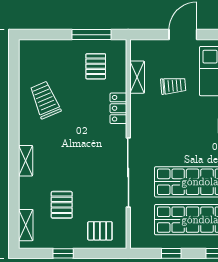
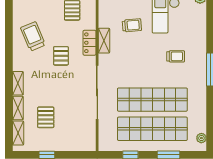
shelving: (137, 77) -> (104, 41), moved
shelving: (26, 193) -> (18, 108), added
pallet: (100, 231) -> (61, 56), moved, turned 90

